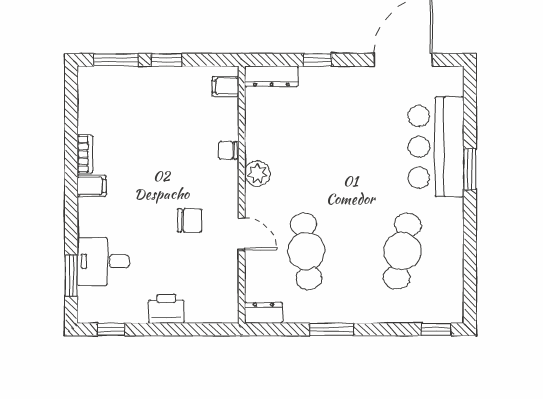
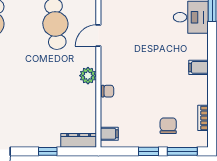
bookcase: (85, 154) -> (203, 118), moved
chair: (190, 220) -> (168, 126), moved, turned 90
door: (242, 234) -> (98, 36), hinge flipped

